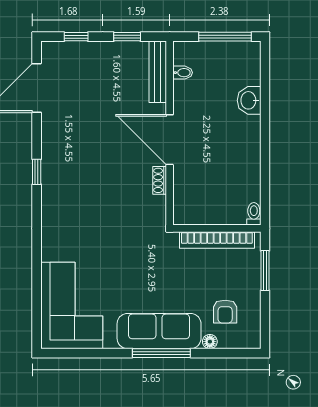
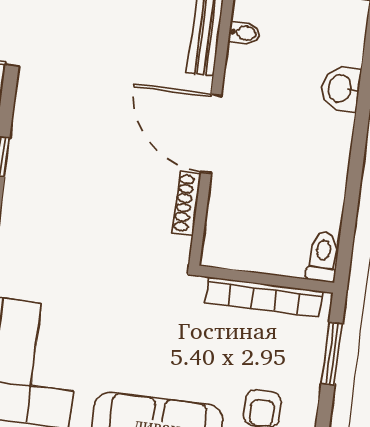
shoe rack: (160, 180) -> (187, 203), width x1.43
toilet: (254, 214) -> (323, 257), width x1.37, depth x1.39

